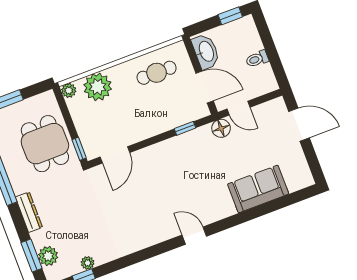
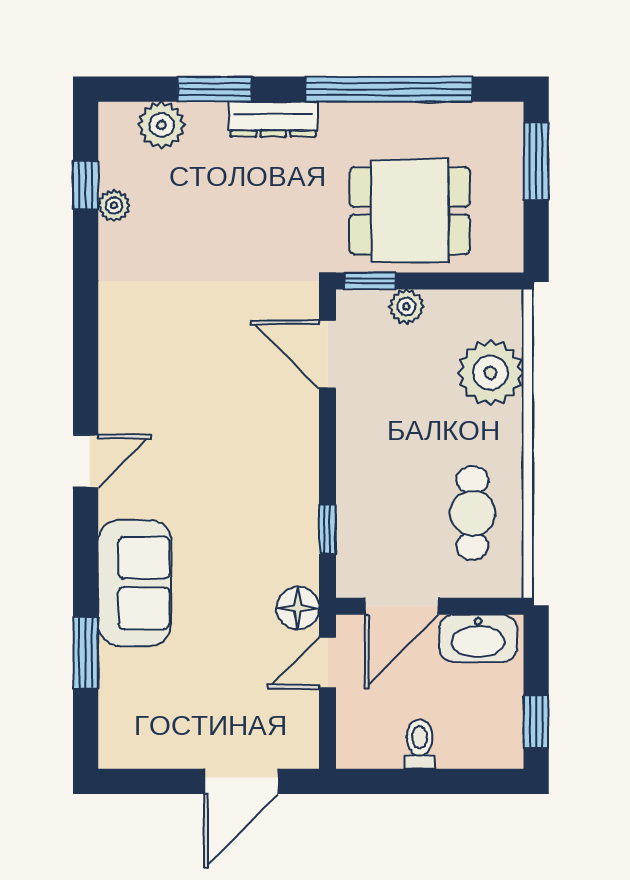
plant: (69, 90) -> (406, 307), moved
sofa: (258, 189) -> (135, 583), moved
window: (271, 206) -> (86, 653), added
window: (32, 255) -> (215, 89), moved

